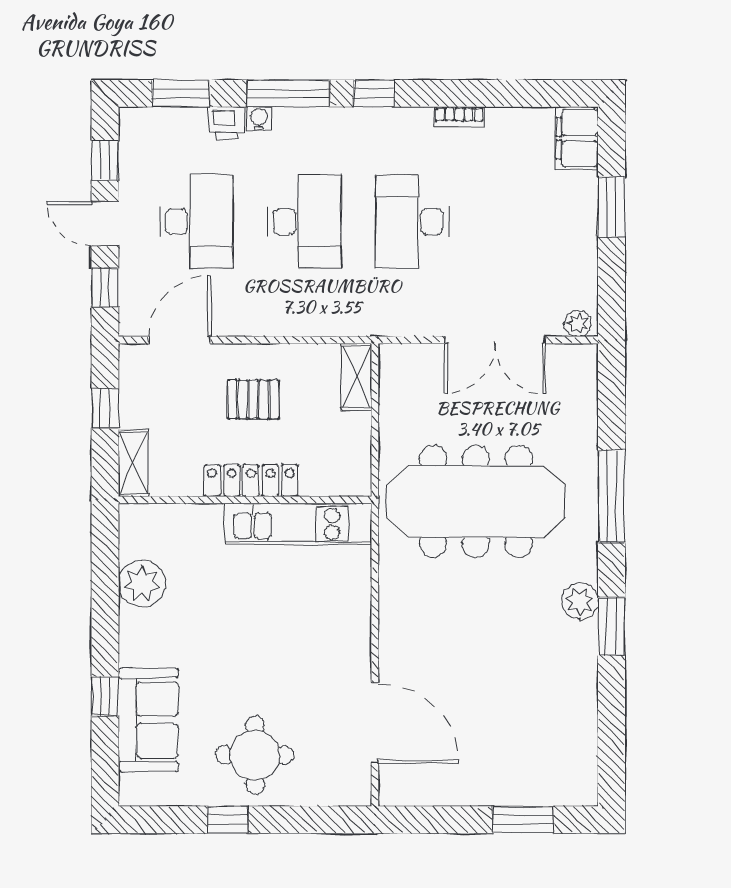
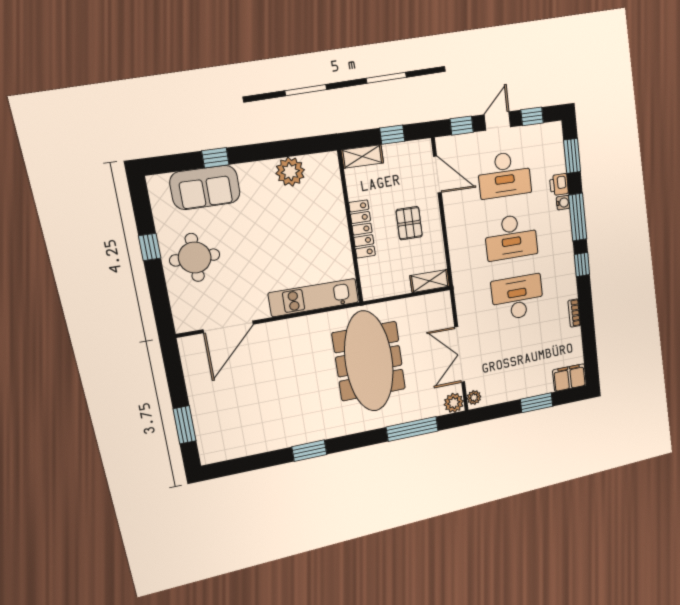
window: (611, 496) -> (412, 429), moved
kitchen unit: (298, 524) -> (314, 298), moved, turned 90
plant: (580, 601) -> (454, 403), moved

